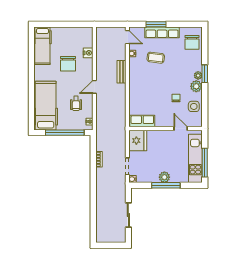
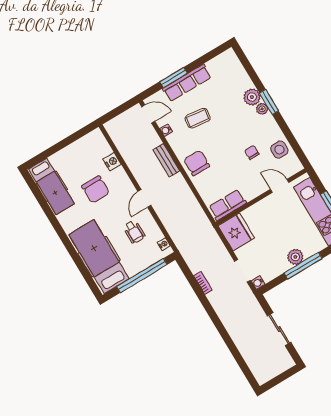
chair: (192, 42) -> (197, 163), moved, turned 180
plant: (196, 86) -> (252, 97), moved

